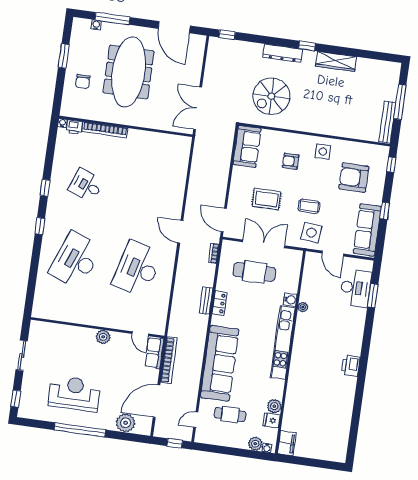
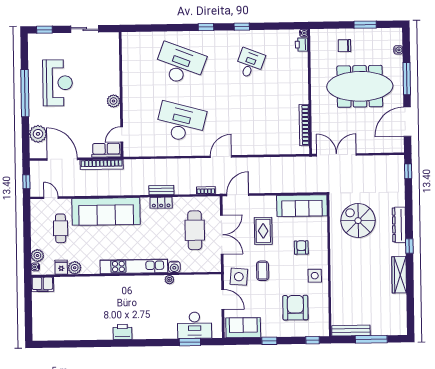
window: (112, 18) -> (407, 79), moved
bookcase: (105, 130) -> (304, 125), moved
sofa: (247, 146) -> (302, 206), width x1.36
sofa: (367, 230) -> (243, 328), width x0.73
door: (333, 254) -> (223, 299), swing flipped

